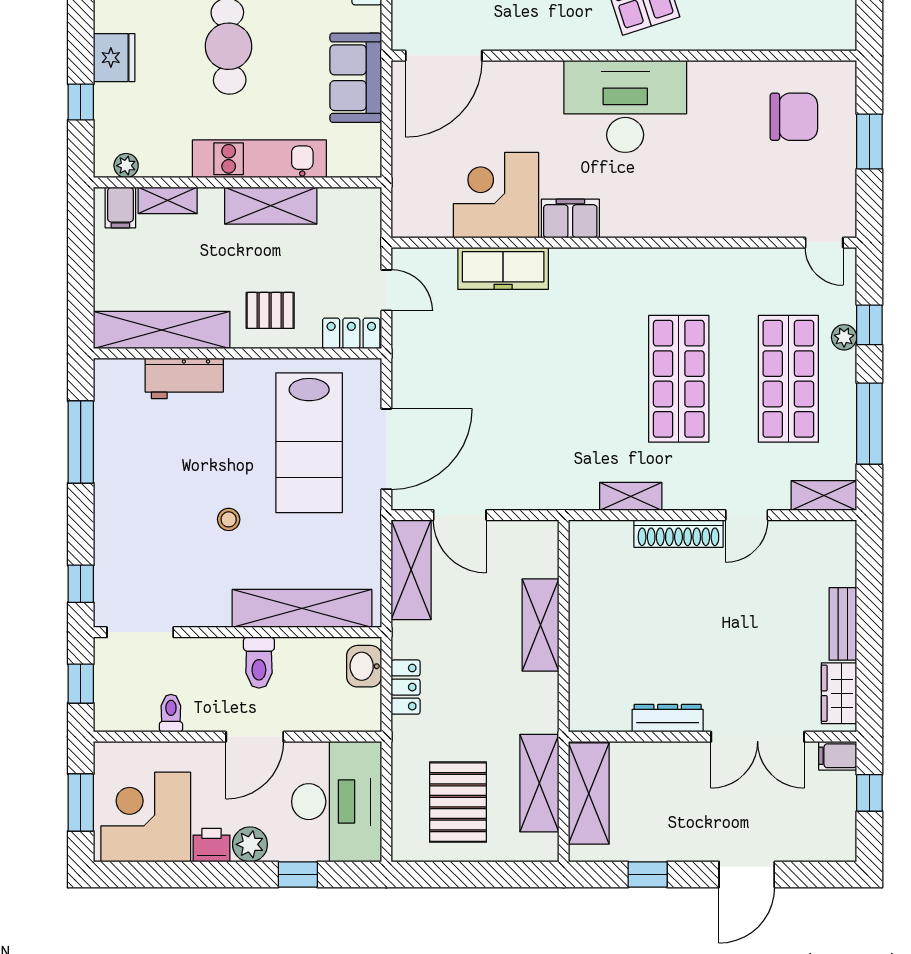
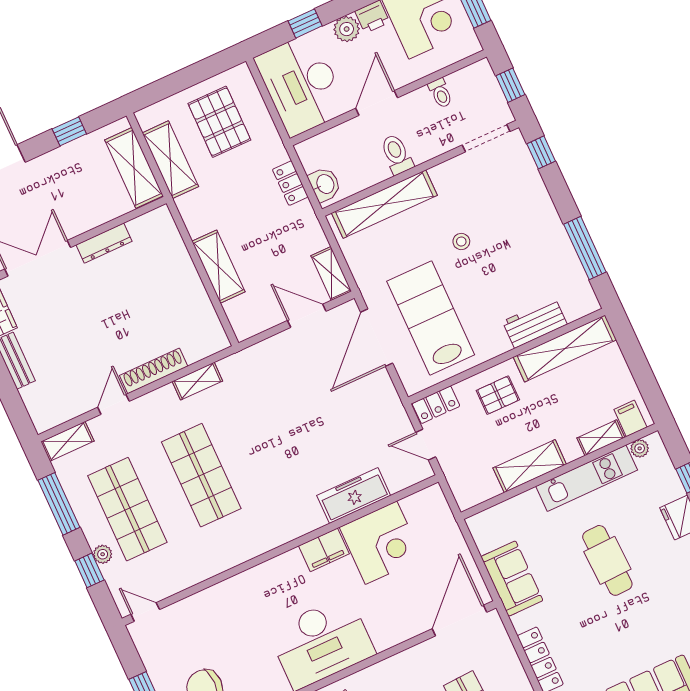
kitchen unit: (259, 159) -> (587, 478), moved
shelving: (411, 570) -> (331, 274), width x0.67, depth x0.75

